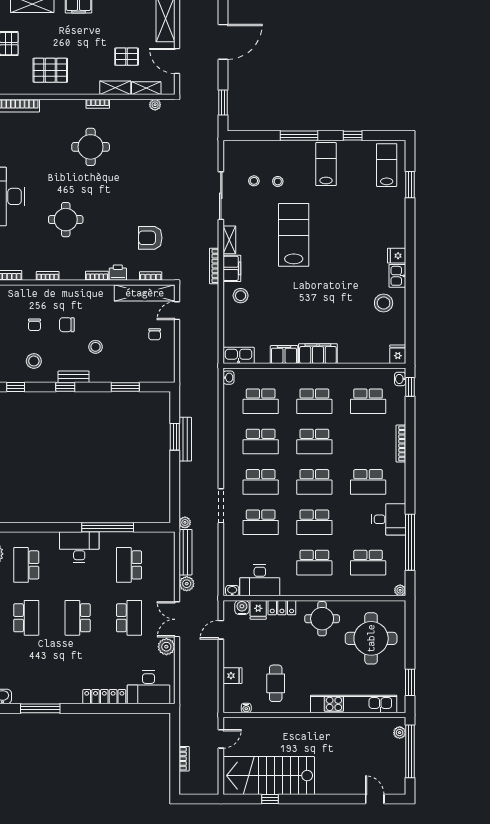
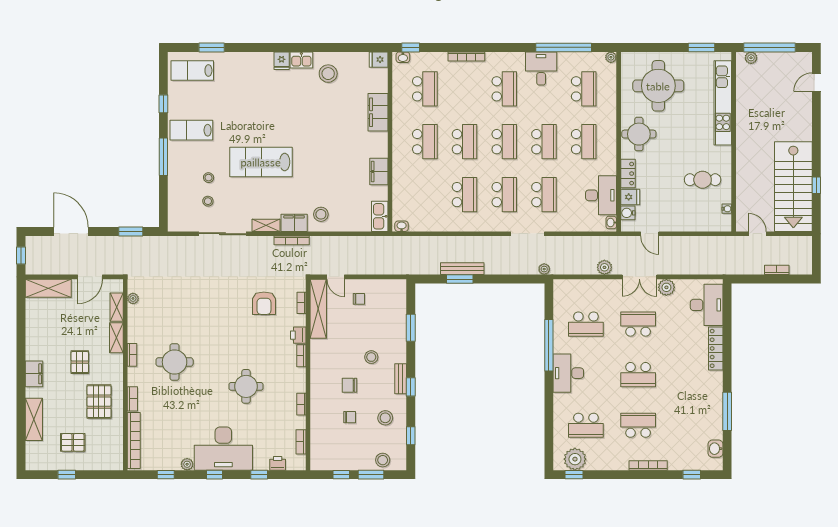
pallet: (127, 57) -> (80, 362), moved
bookcase: (53, 104) -> (132, 399), added
chair: (67, 325) -> (349, 385), turned 90
filing cabinet: (318, 354) -> (378, 112), moved
school desk: (261, 401) -> (425, 195), removed
bench: (186, 552) -> (573, 268), removed
fridge: (232, 676) -> (695, 222), removed

